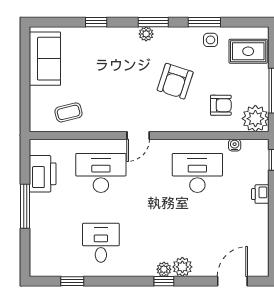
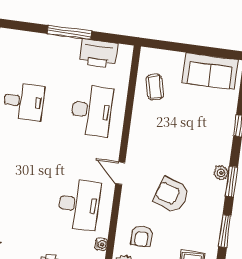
side table: (211, 40) -> (207, 235), removed
door: (138, 136) -> (120, 173), moved

